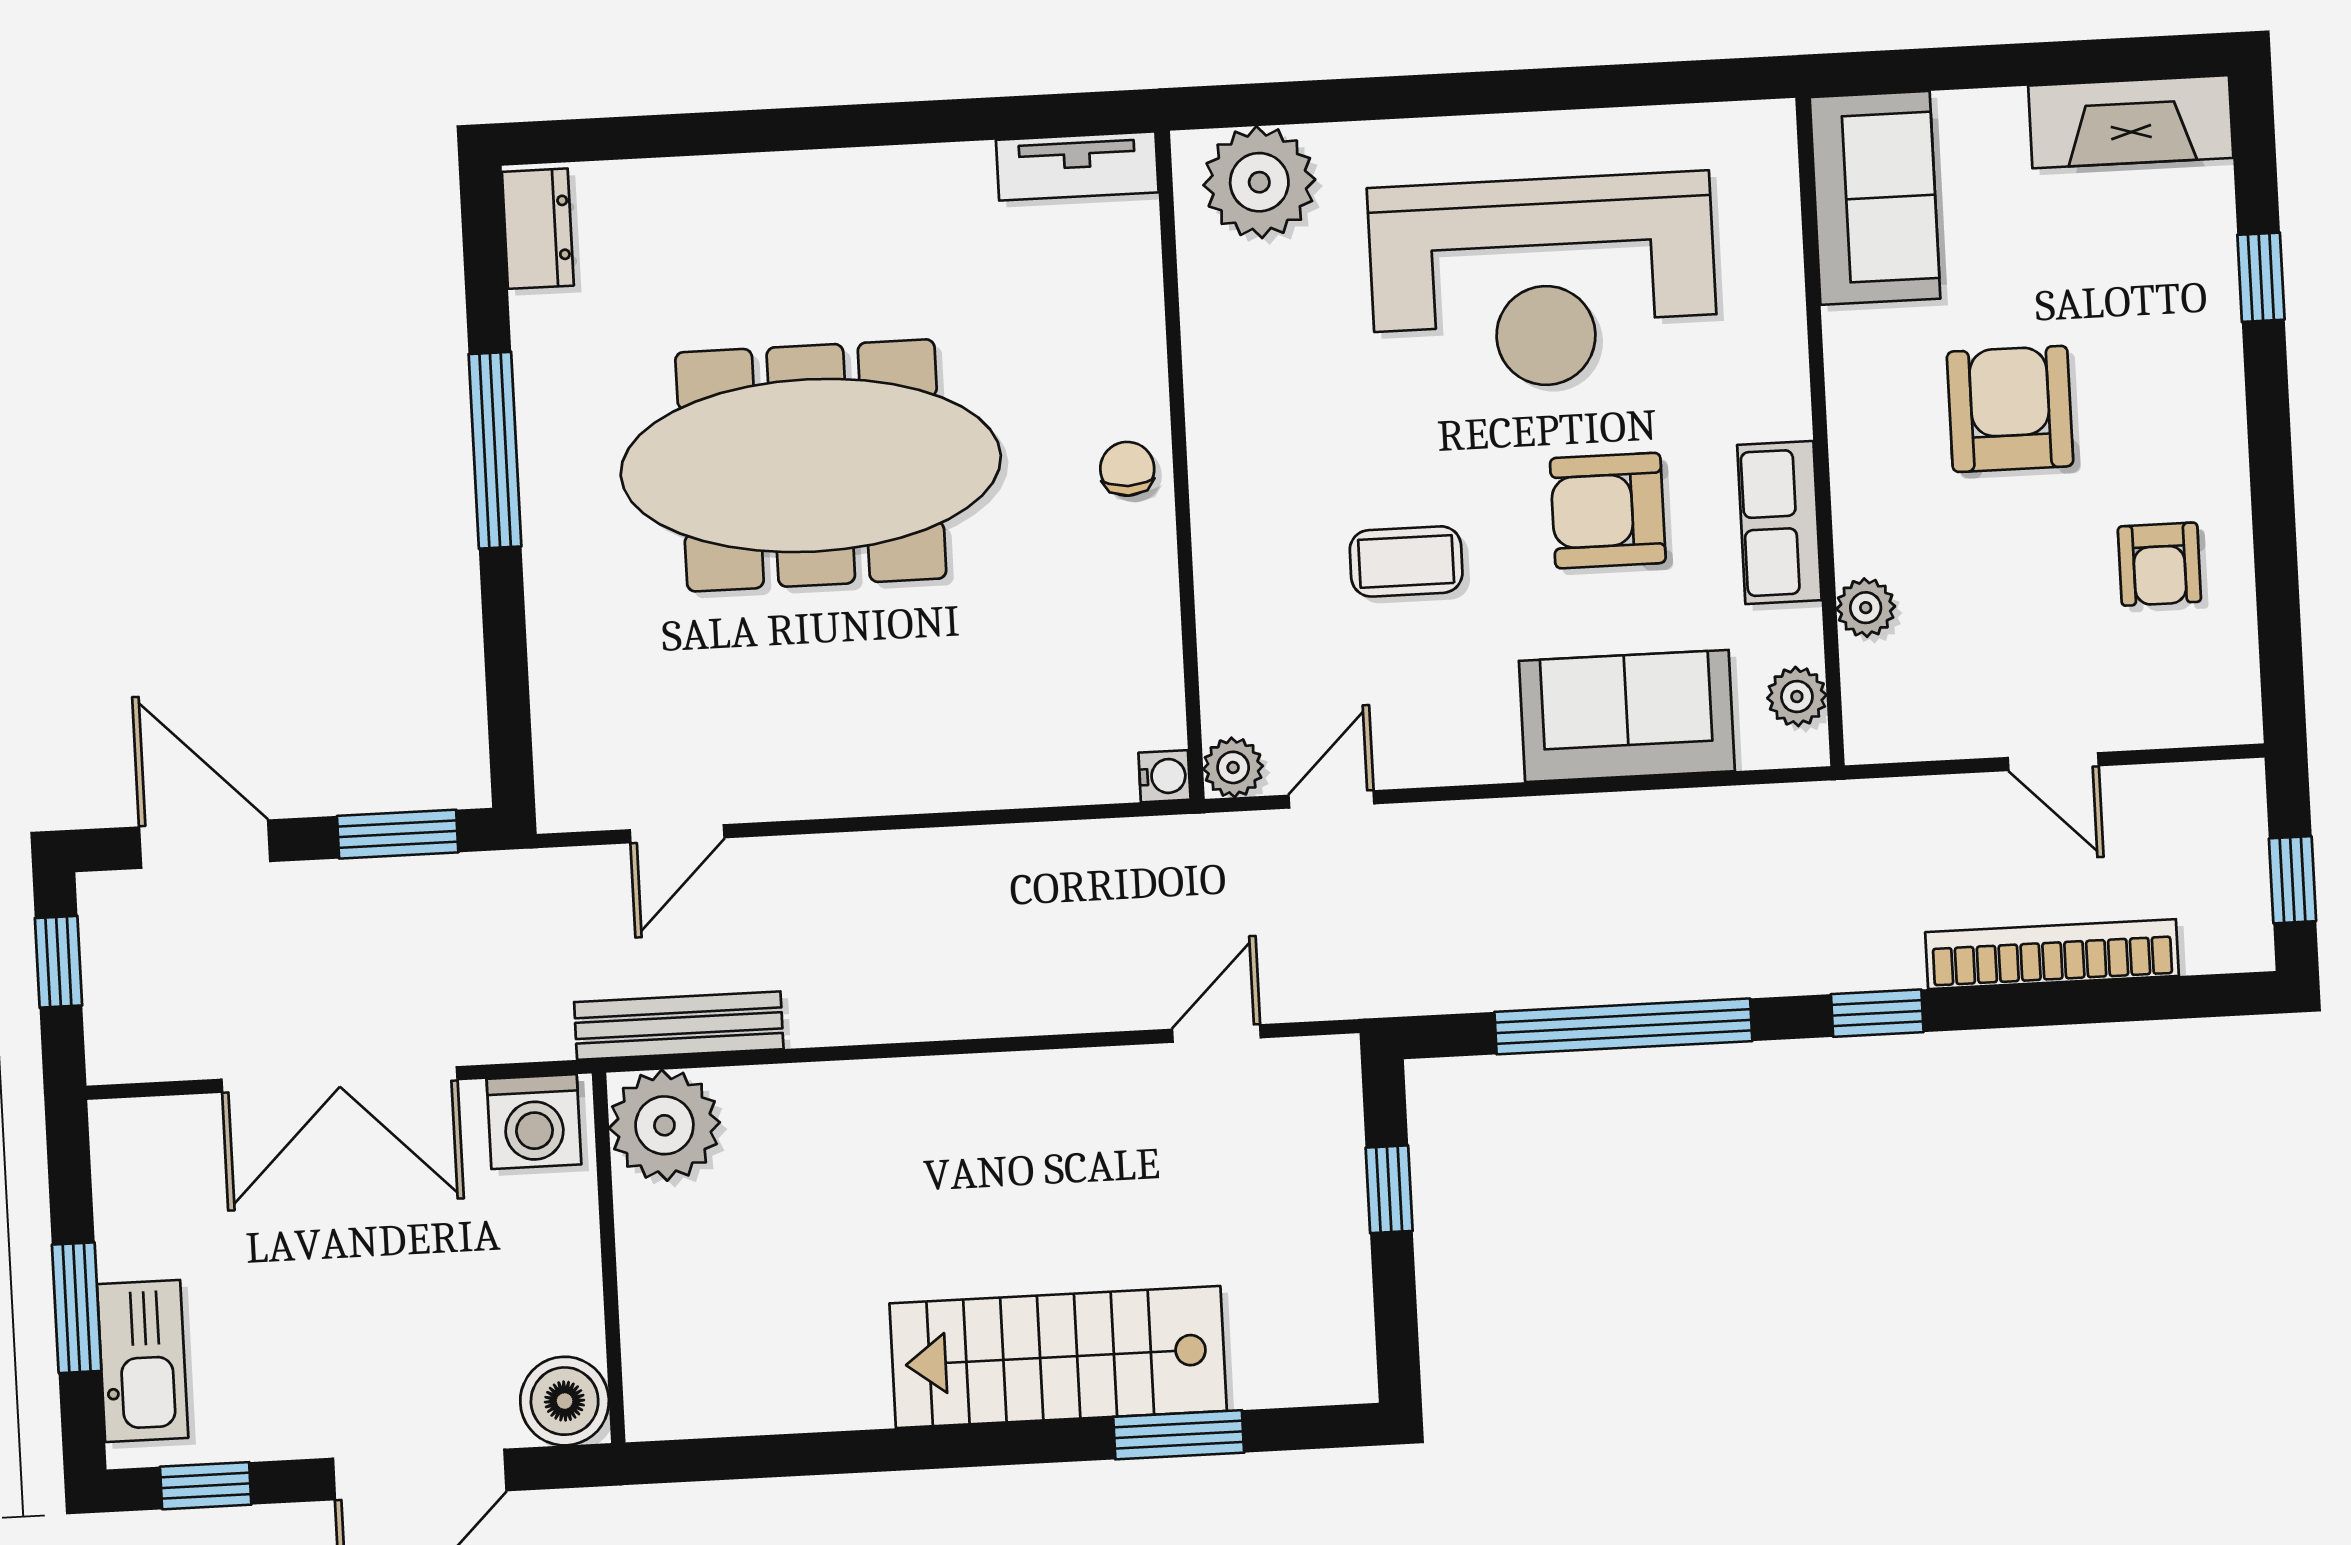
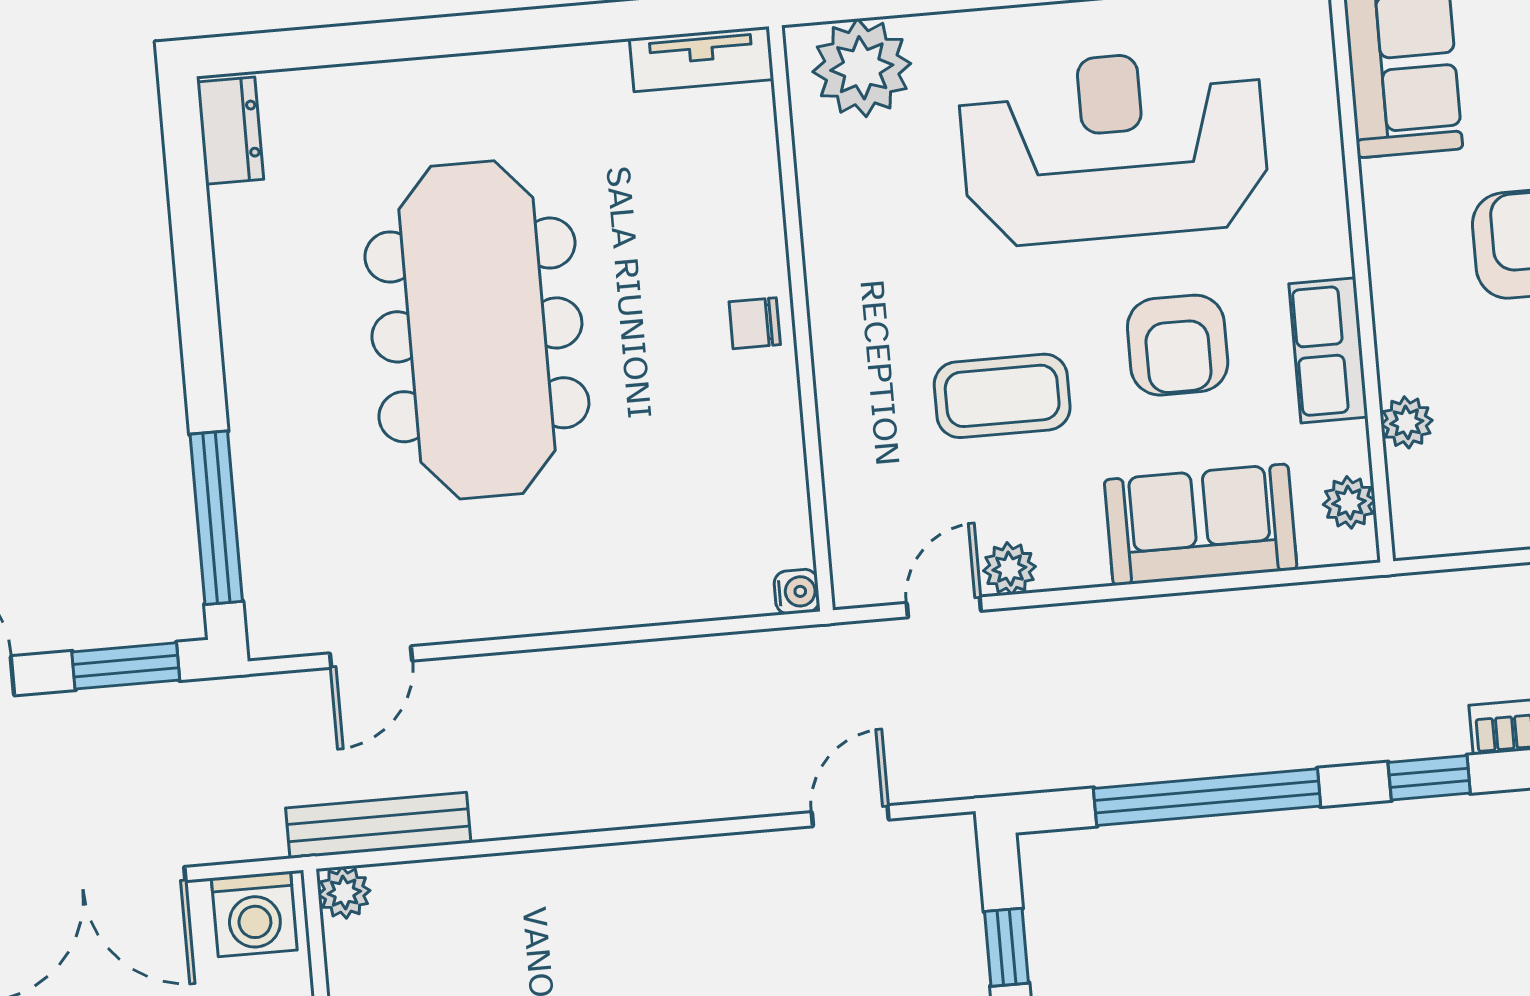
reception desk: (1543, 282) -> (1114, 147), turned 180
window: (495, 450) -> (216, 518), moved
meeting table: (811, 465) -> (477, 330), turned 90
chair: (1127, 469) -> (755, 323), turned -90
armchair: (1608, 511) -> (1178, 345), turned -90
coffee table: (1406, 561) -> (1002, 396), width x1.36, depth x1.30
plant: (1233, 767) -> (1009, 569), moved
plant: (664, 1125) -> (344, 893), width x0.53, depth x0.53

